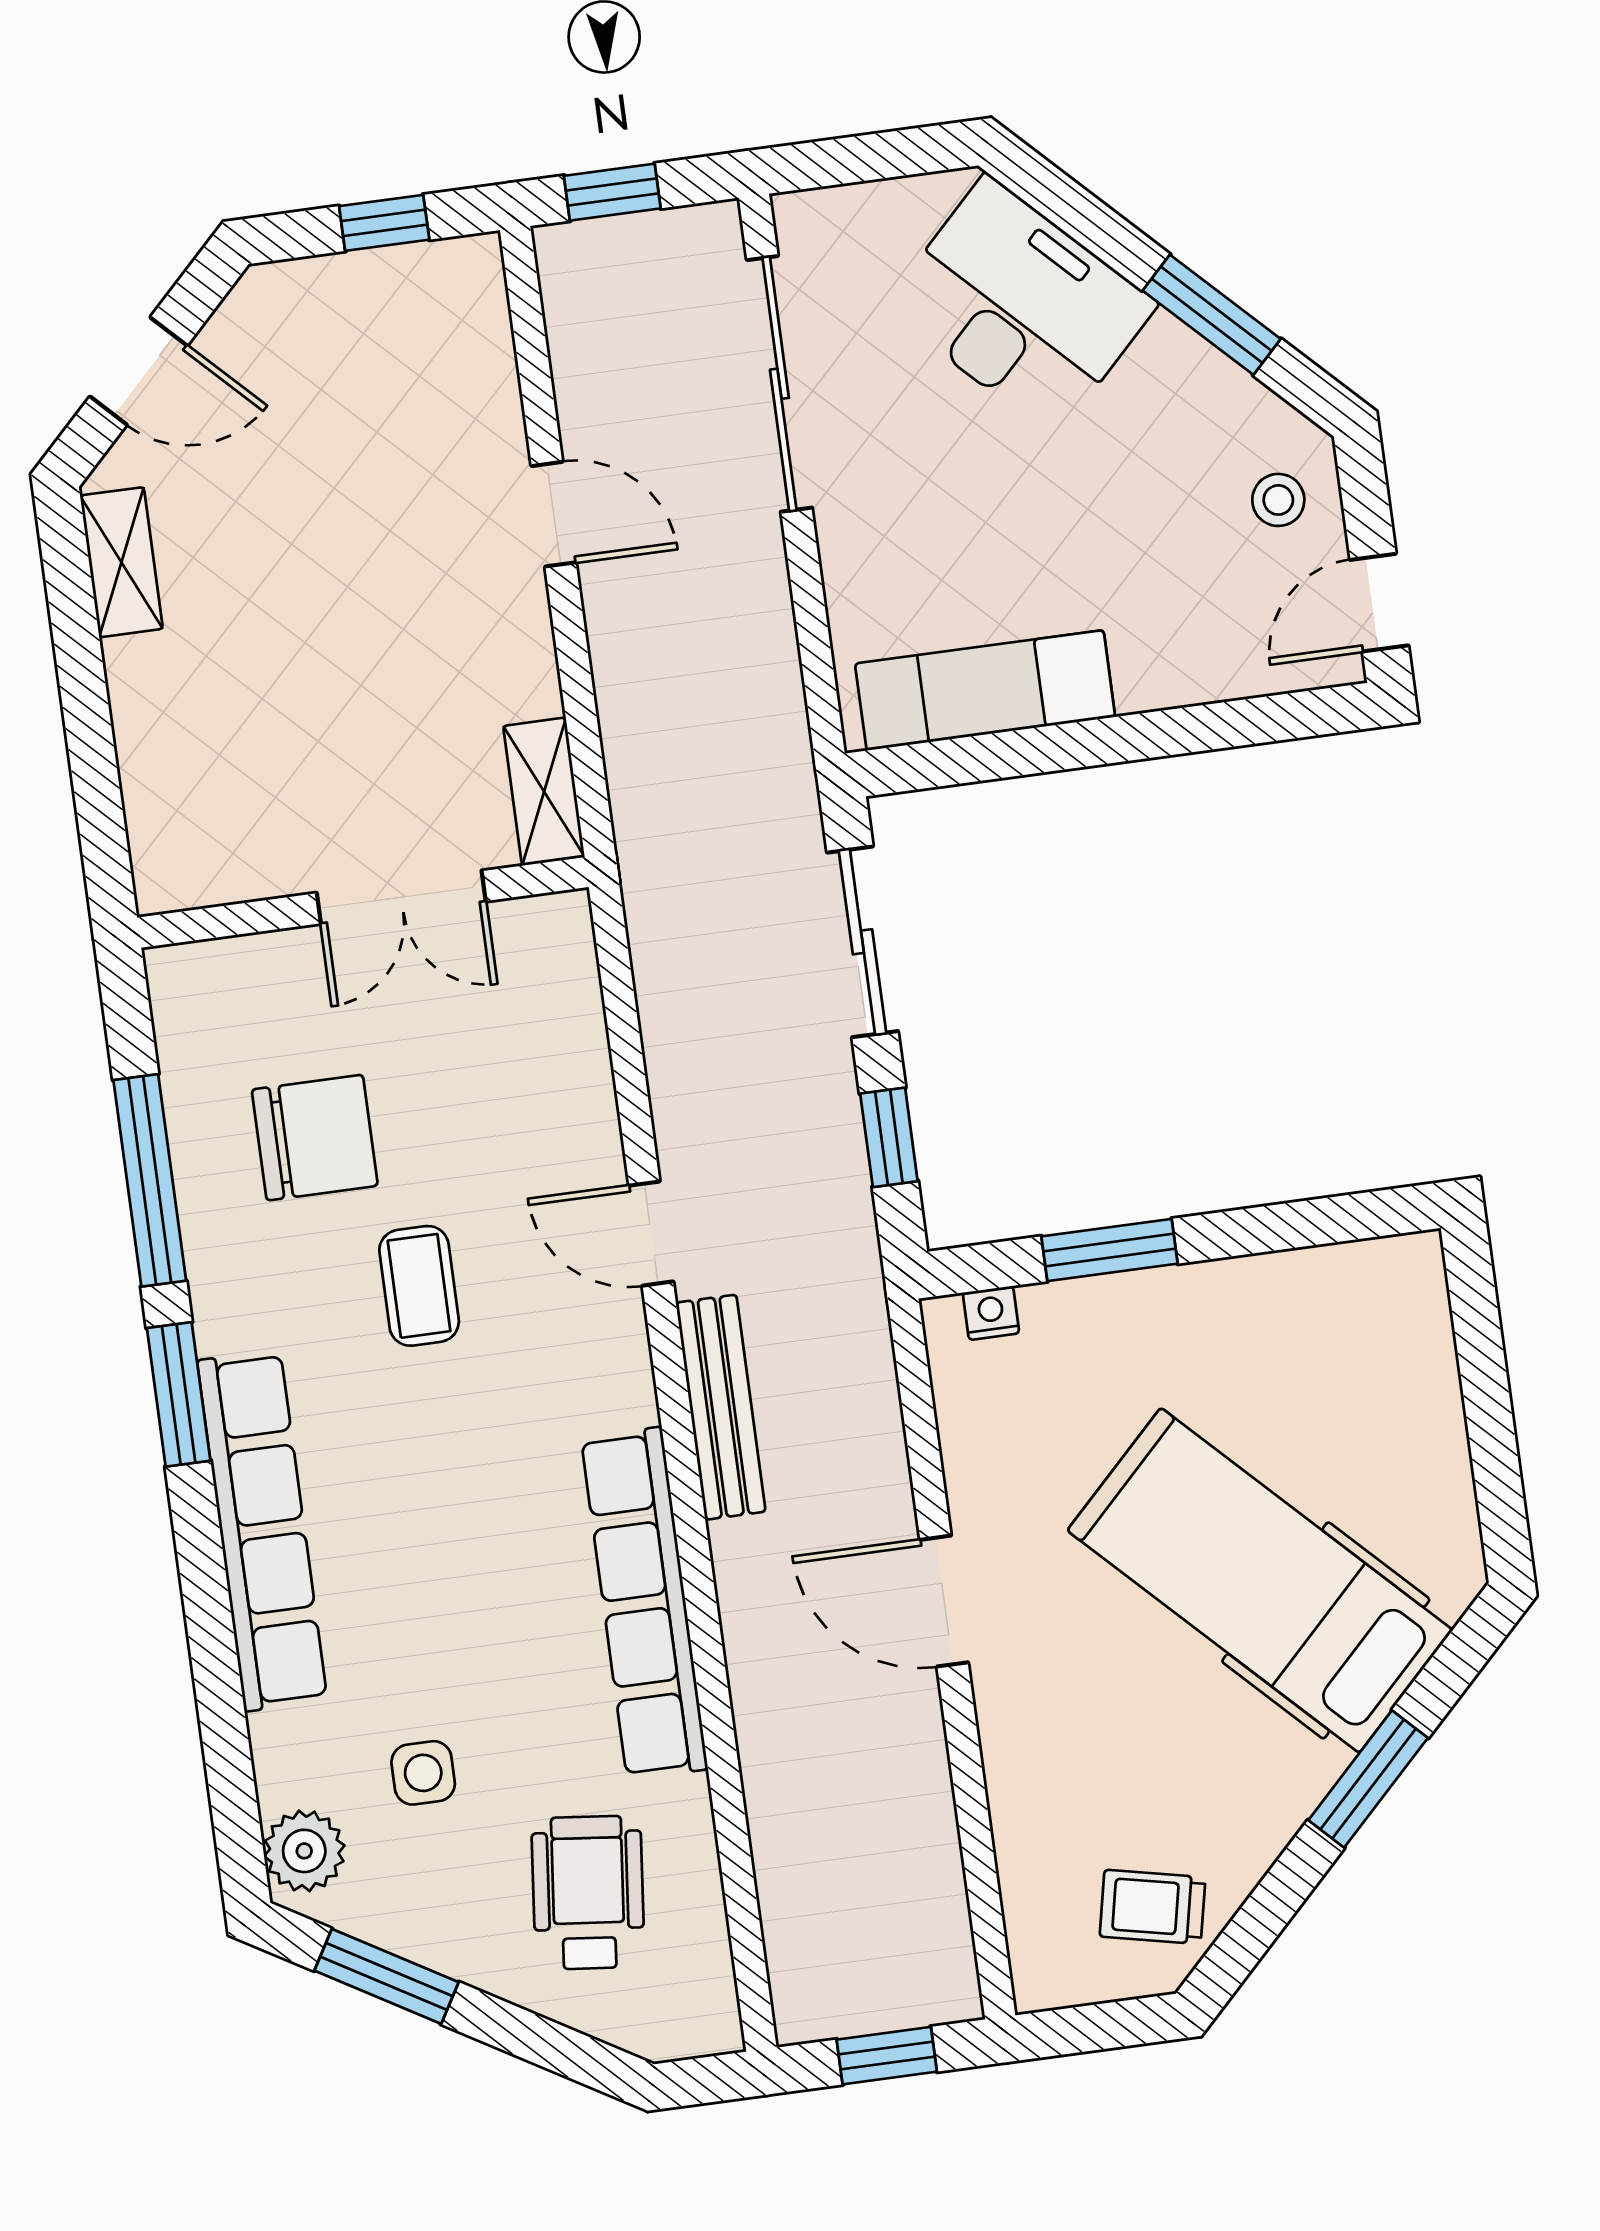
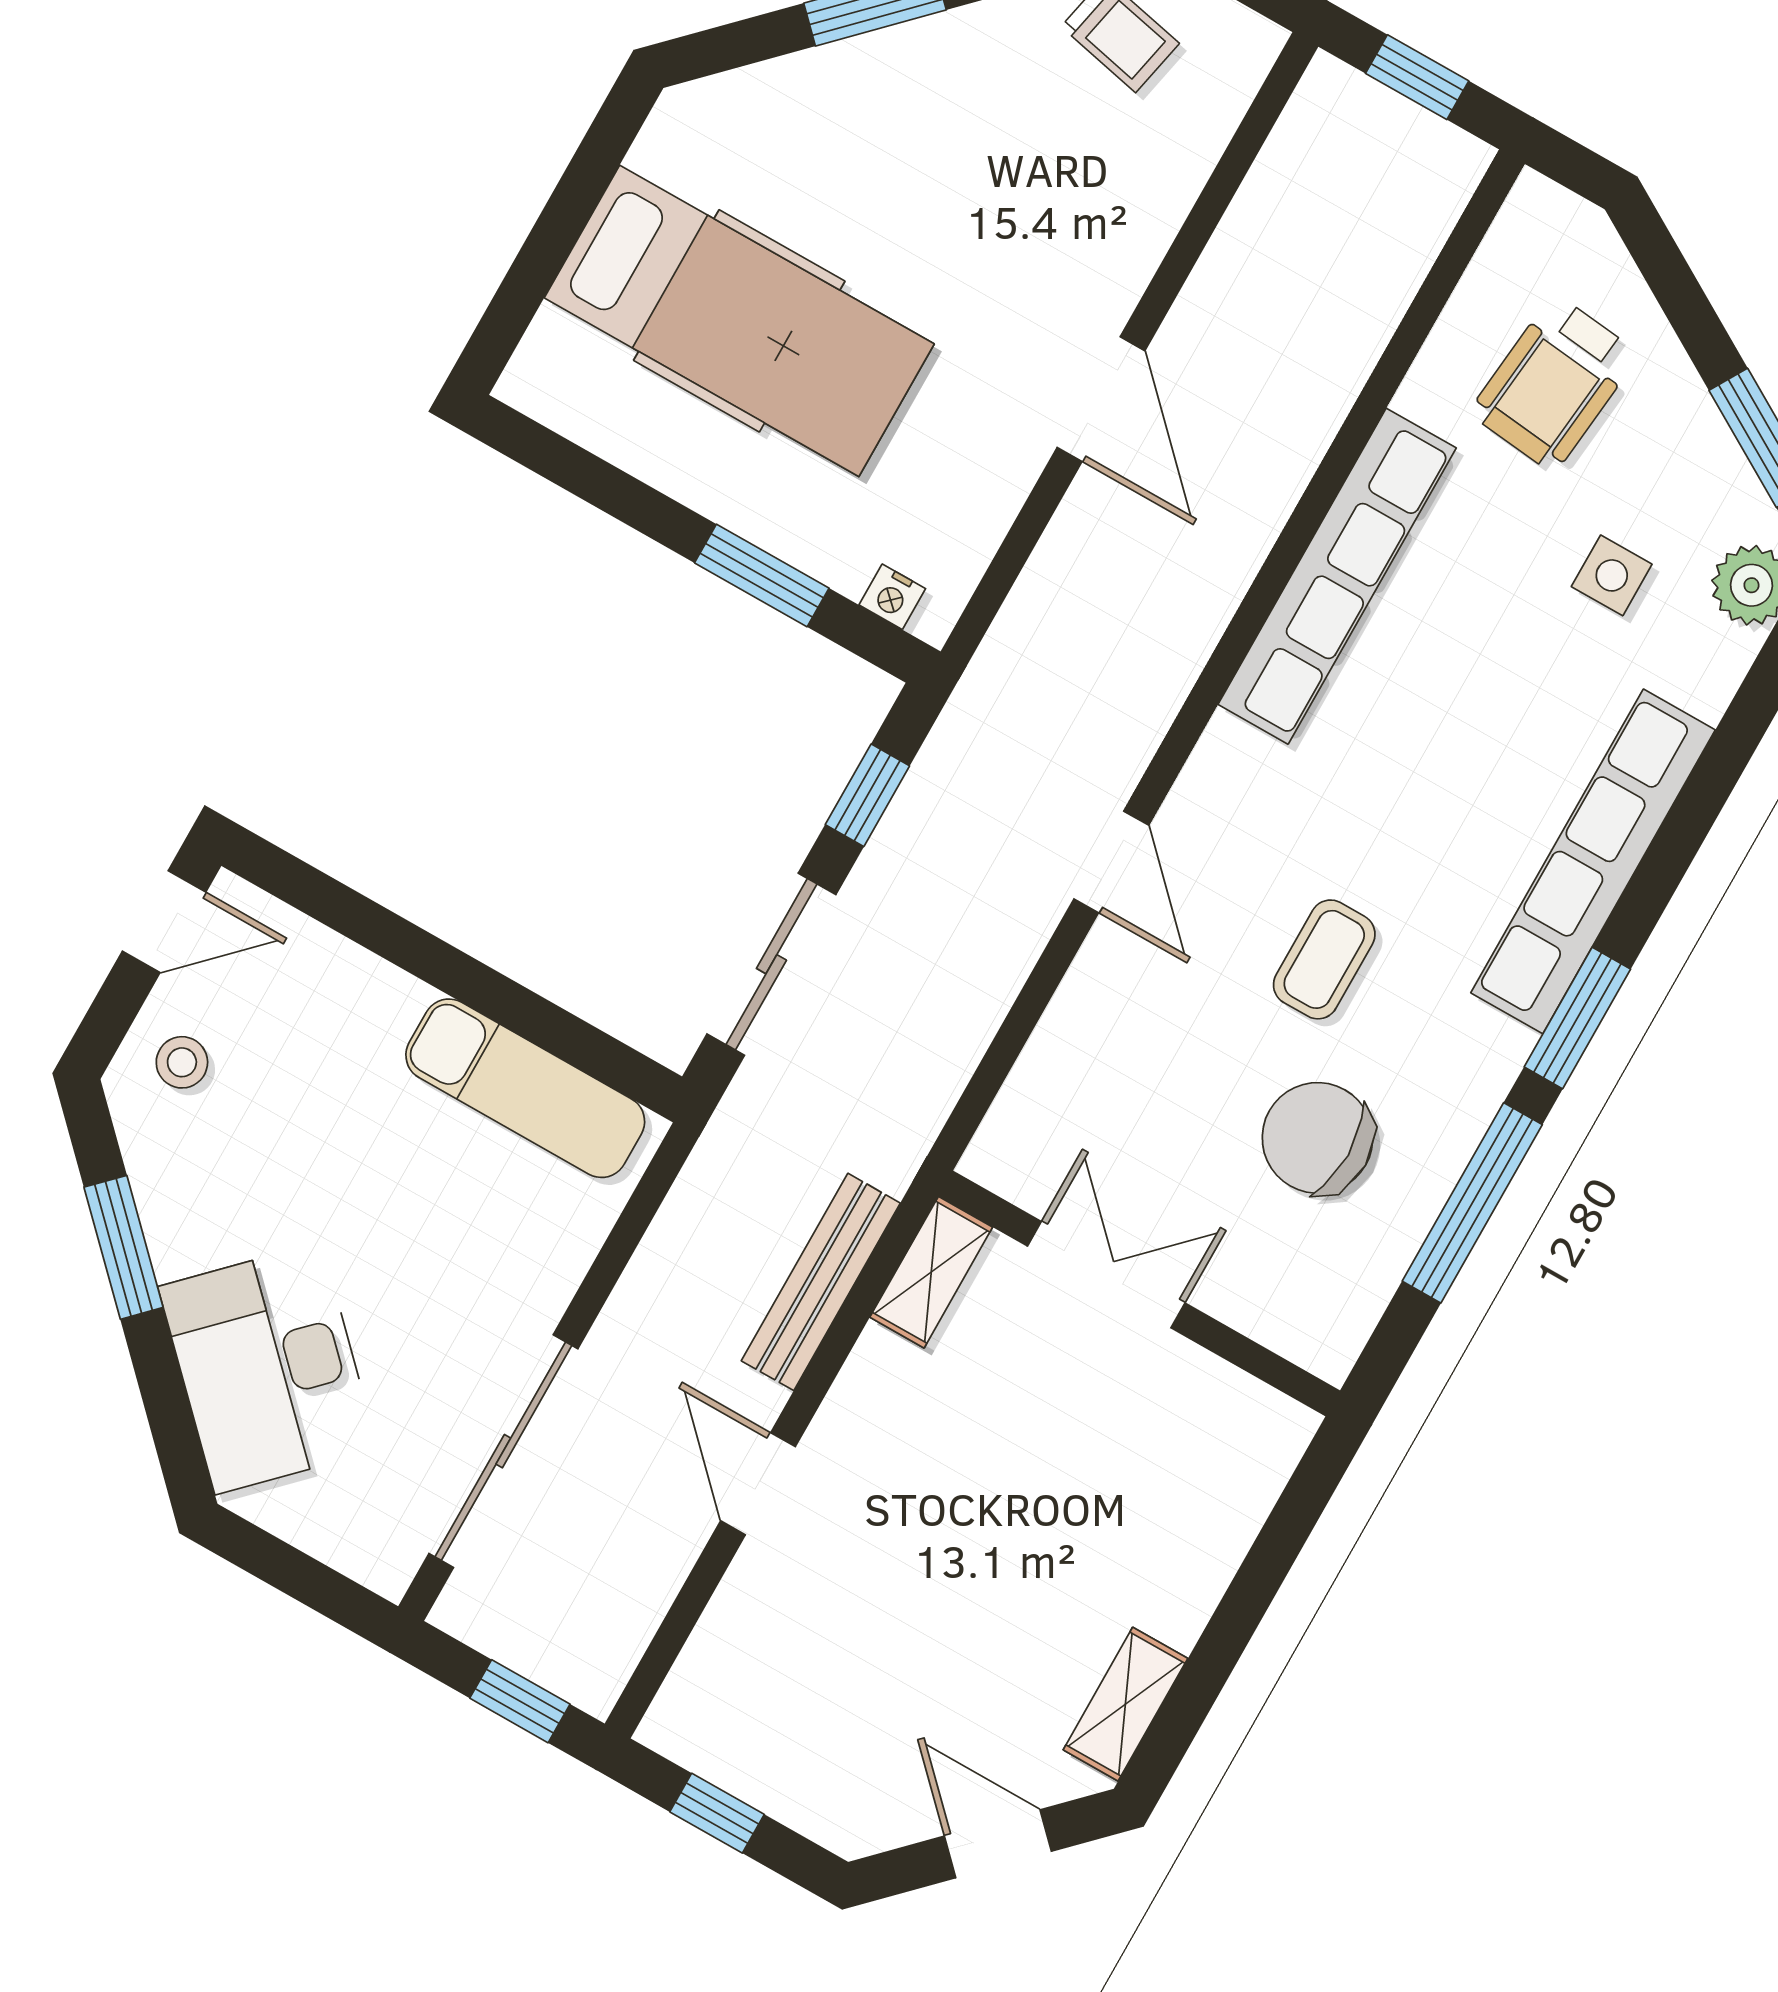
bench: (721, 1407) -> (821, 1282), moved
hospital bed: (1260, 1580) -> (739, 321), moved, turned -45

